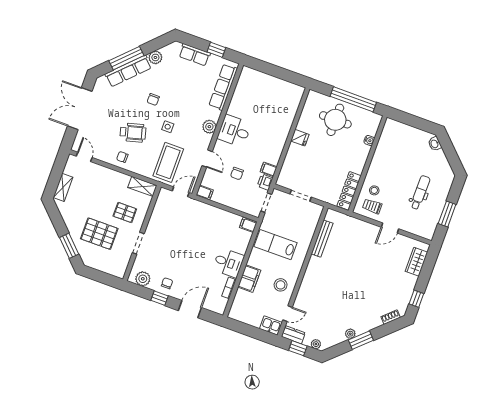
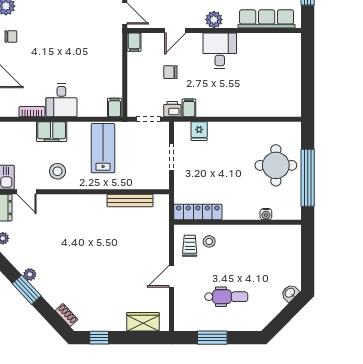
fridge: (300, 138) -> (199, 131), moved
door: (390, 228) -> (172, 276), hinge flipped

